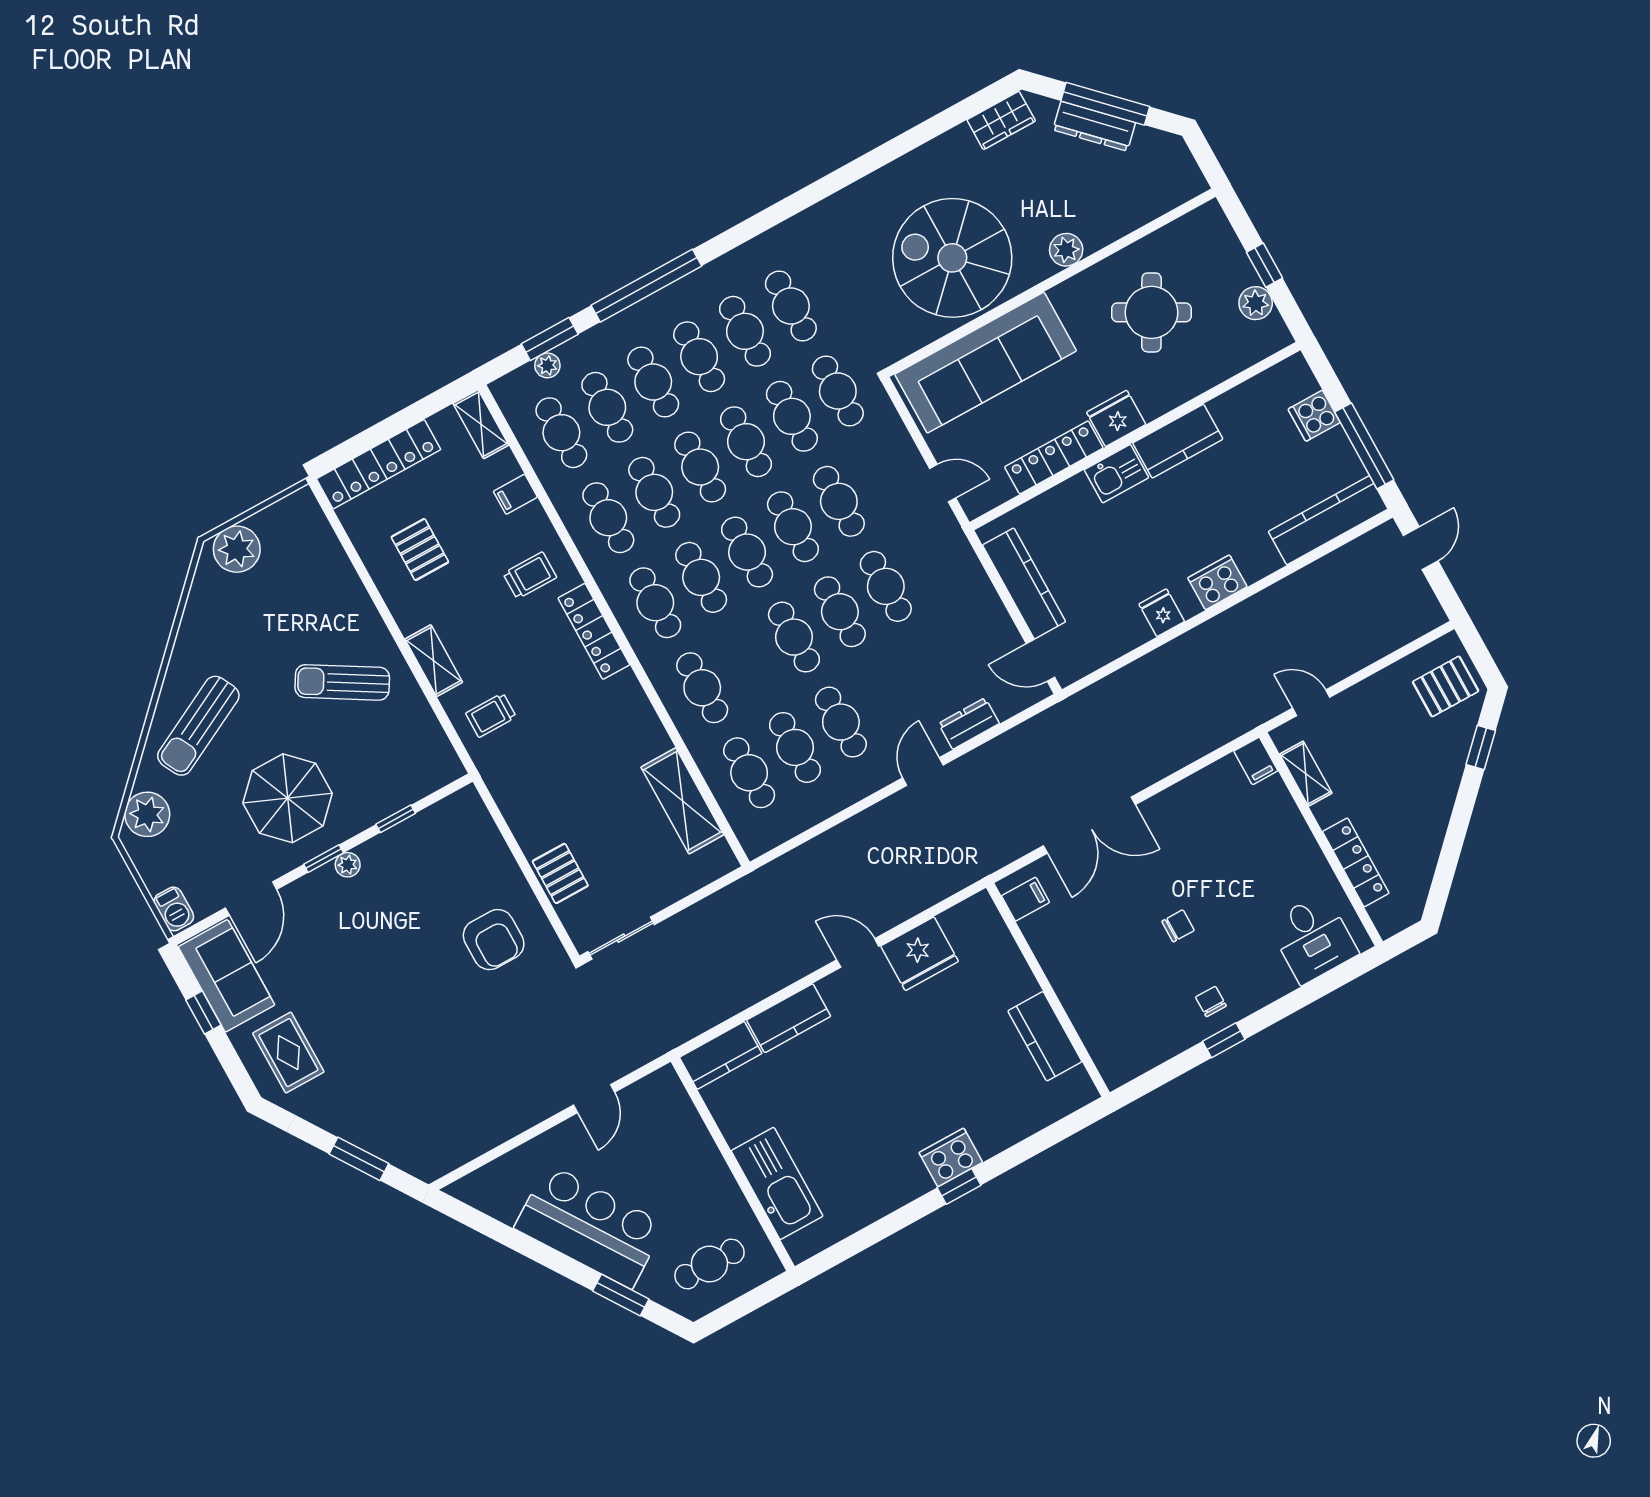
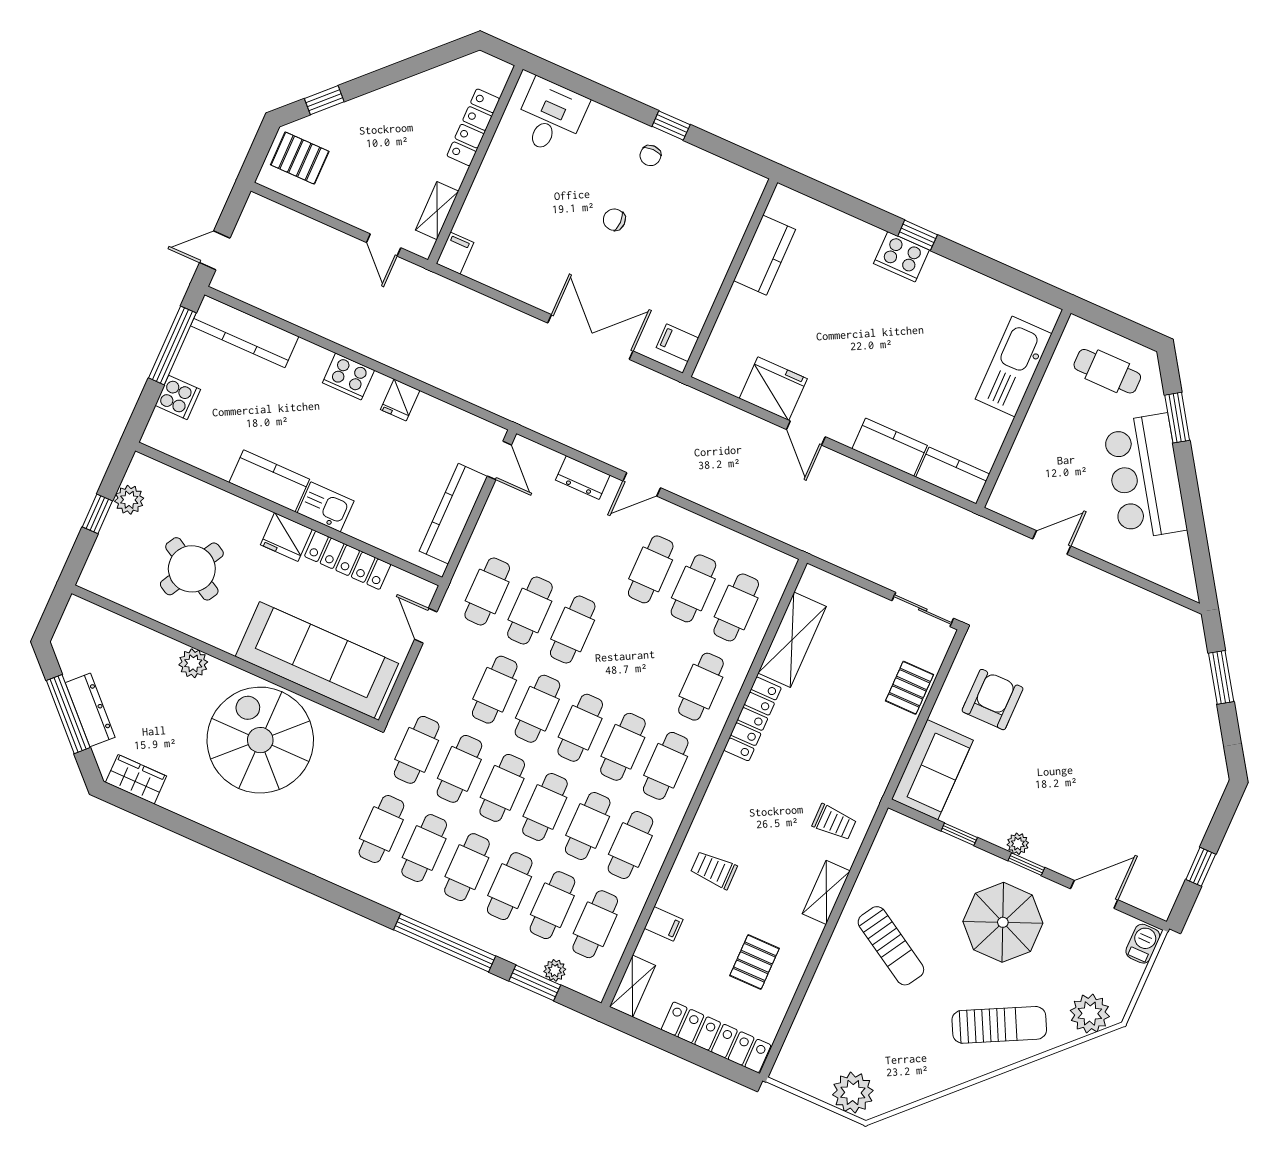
spiral stairs: (952, 258) -> (260, 740), turned 180
locker: (594, 631) -> (753, 719), moved
cafe table: (794, 637) -> (487, 591), moved
sofa: (226, 976) -> (932, 770), moved, turned 180
rug: (288, 1053) -> (1183, 785), removed

